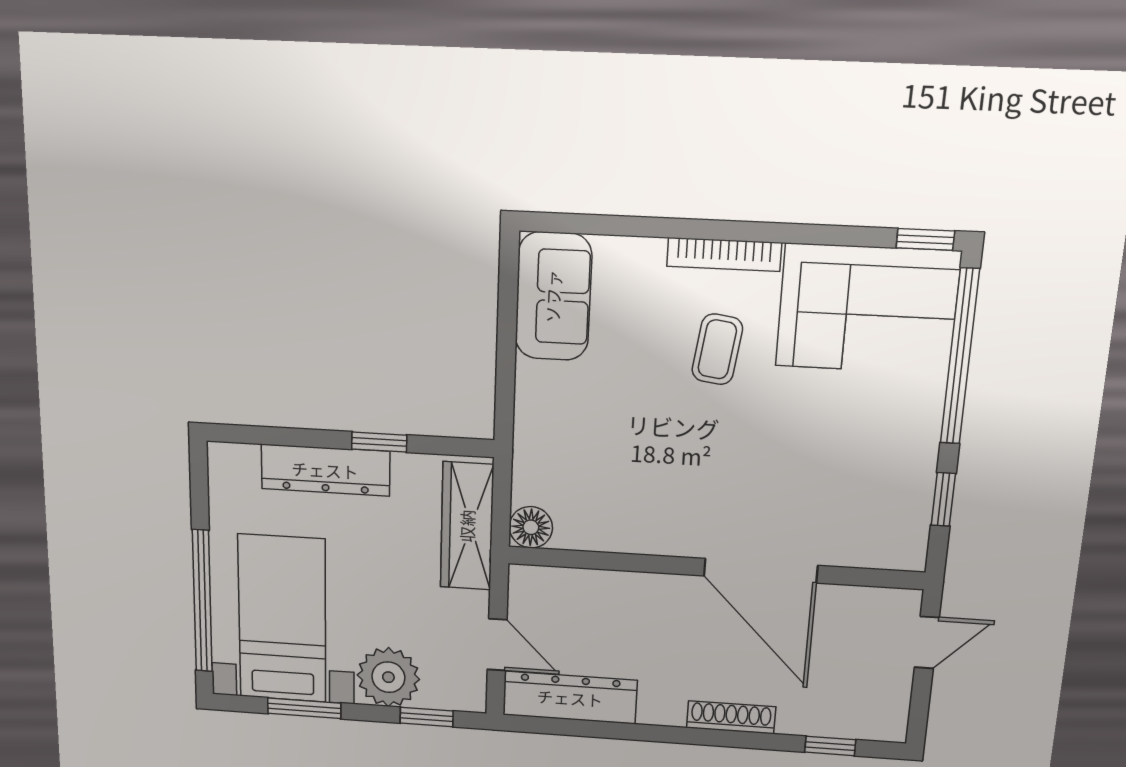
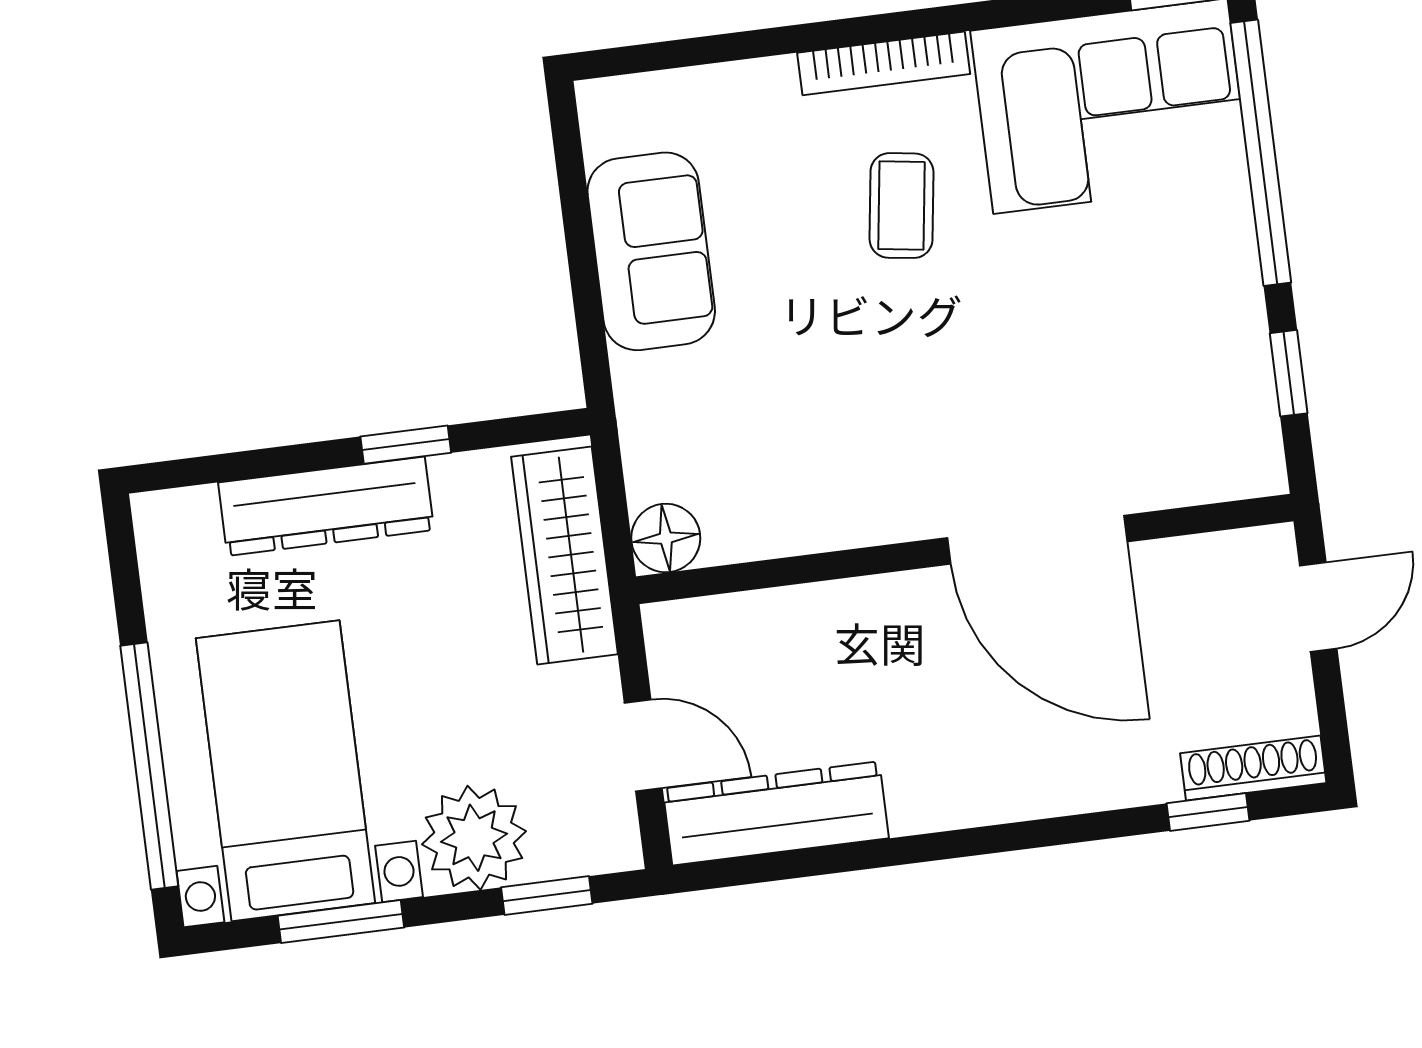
sofa: (553, 296) -> (651, 251), moved
shoe rack: (731, 717) -> (1253, 768), moved

